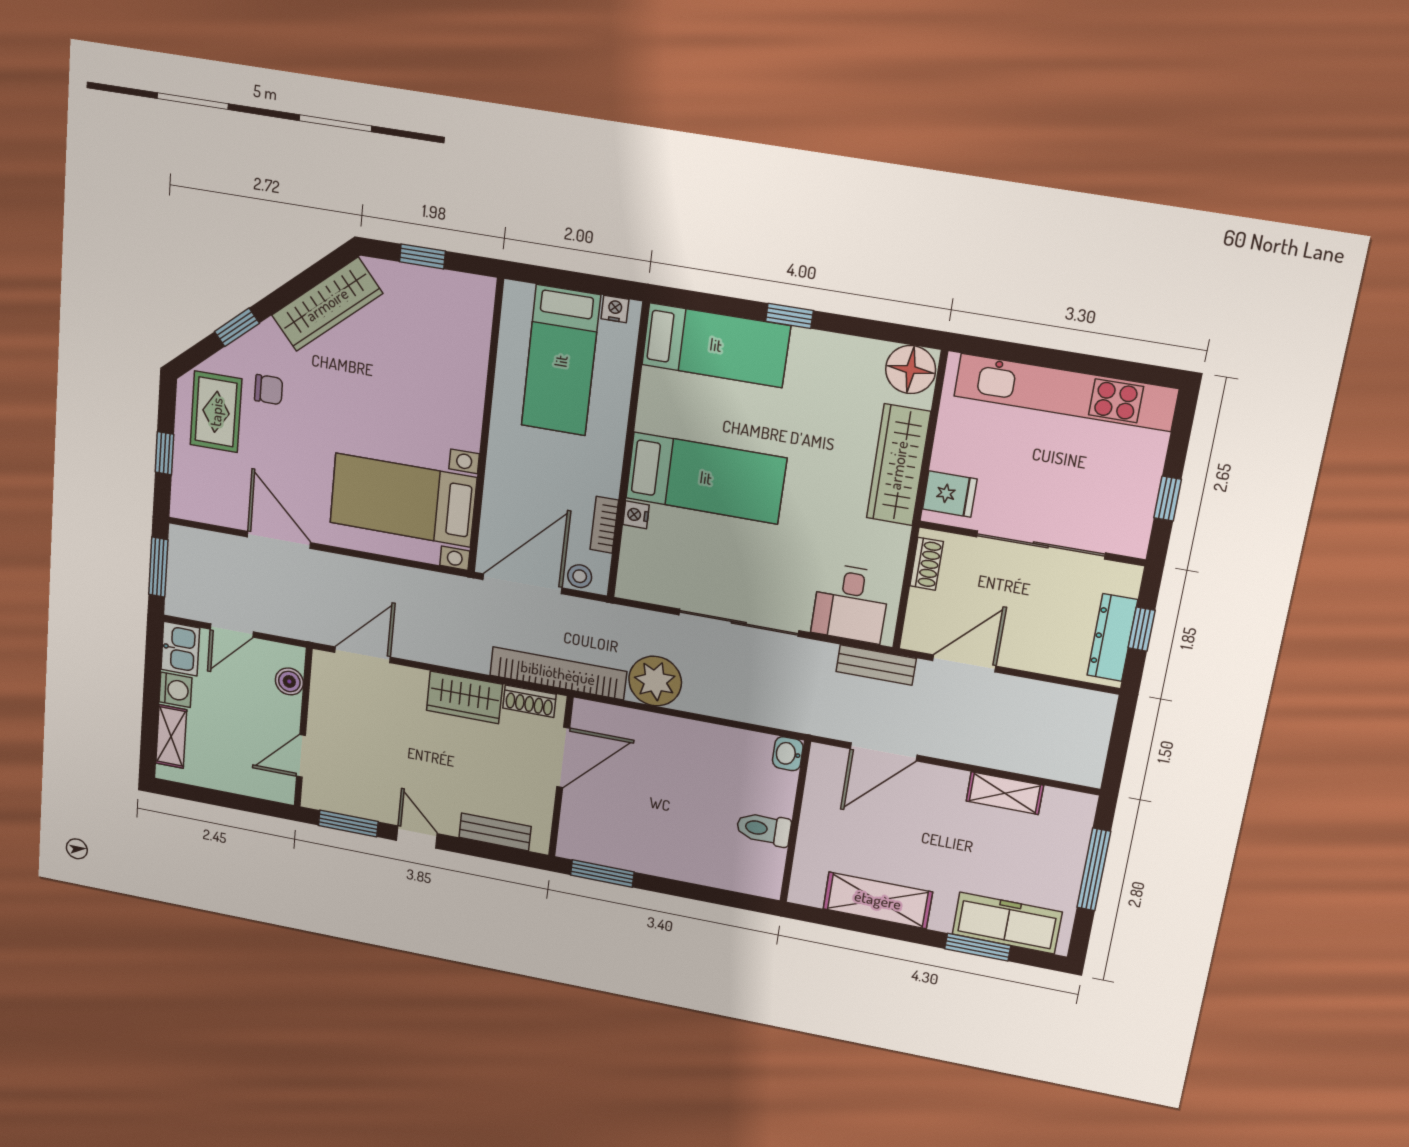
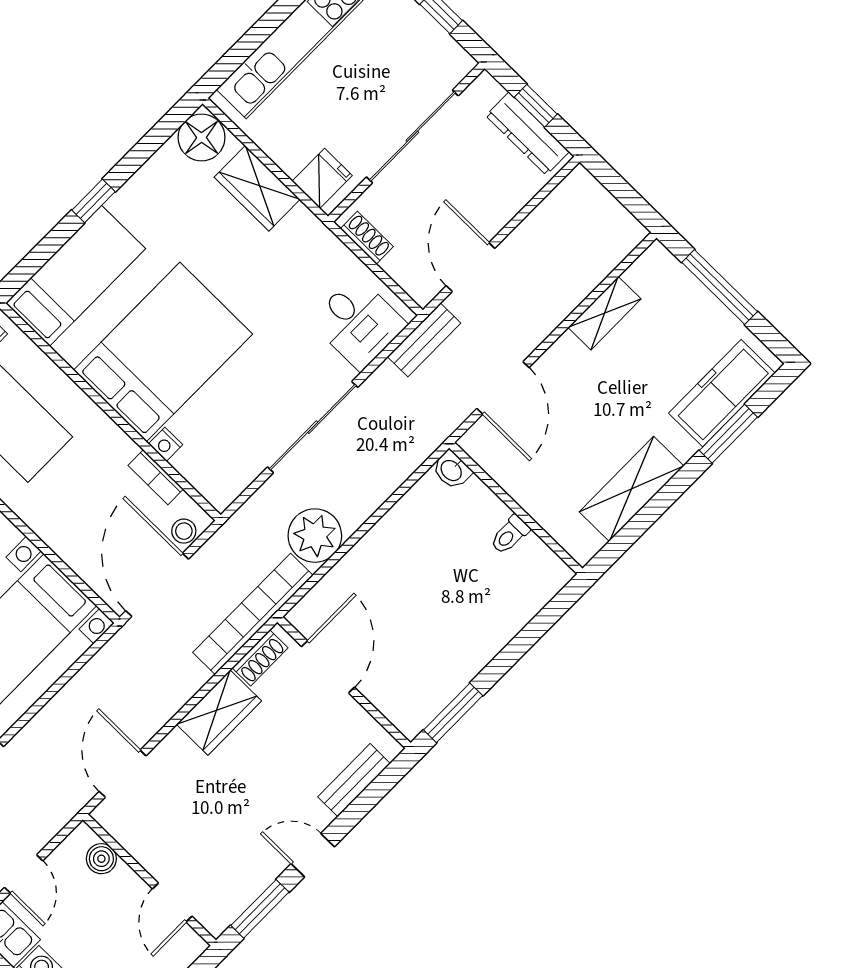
wardrobe: (898, 465) -> (257, 188), width x0.67
bed: (706, 478) -> (163, 352), width x1.50
toilet: (764, 829) -> (510, 535), width x0.73, depth x0.72

